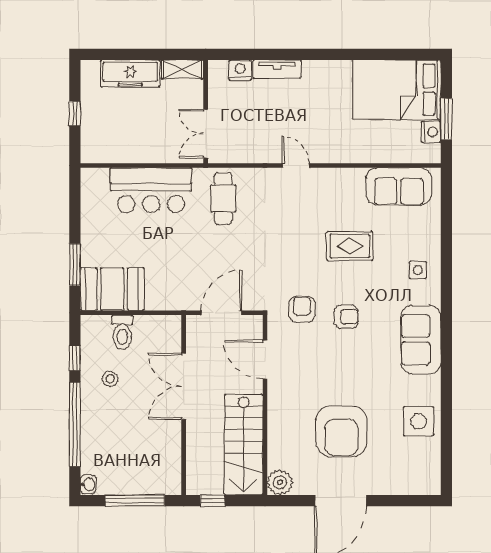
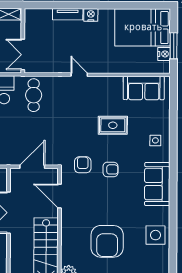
nightstand: (240, 70) -> (91, 15), moved

